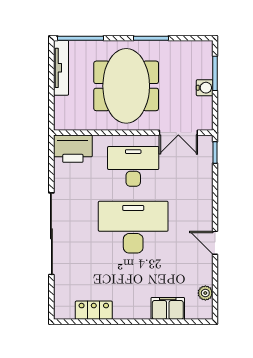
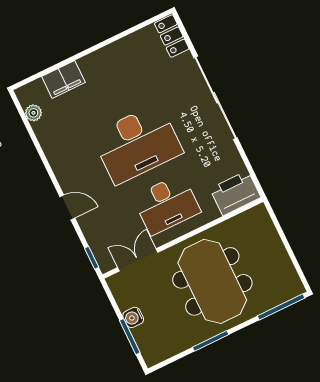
tv unit: (61, 68) -> (286, 268), removed
door: (215, 243) -> (67, 207), moved
locker: (94, 310) -> (172, 36), moved, turned 90

